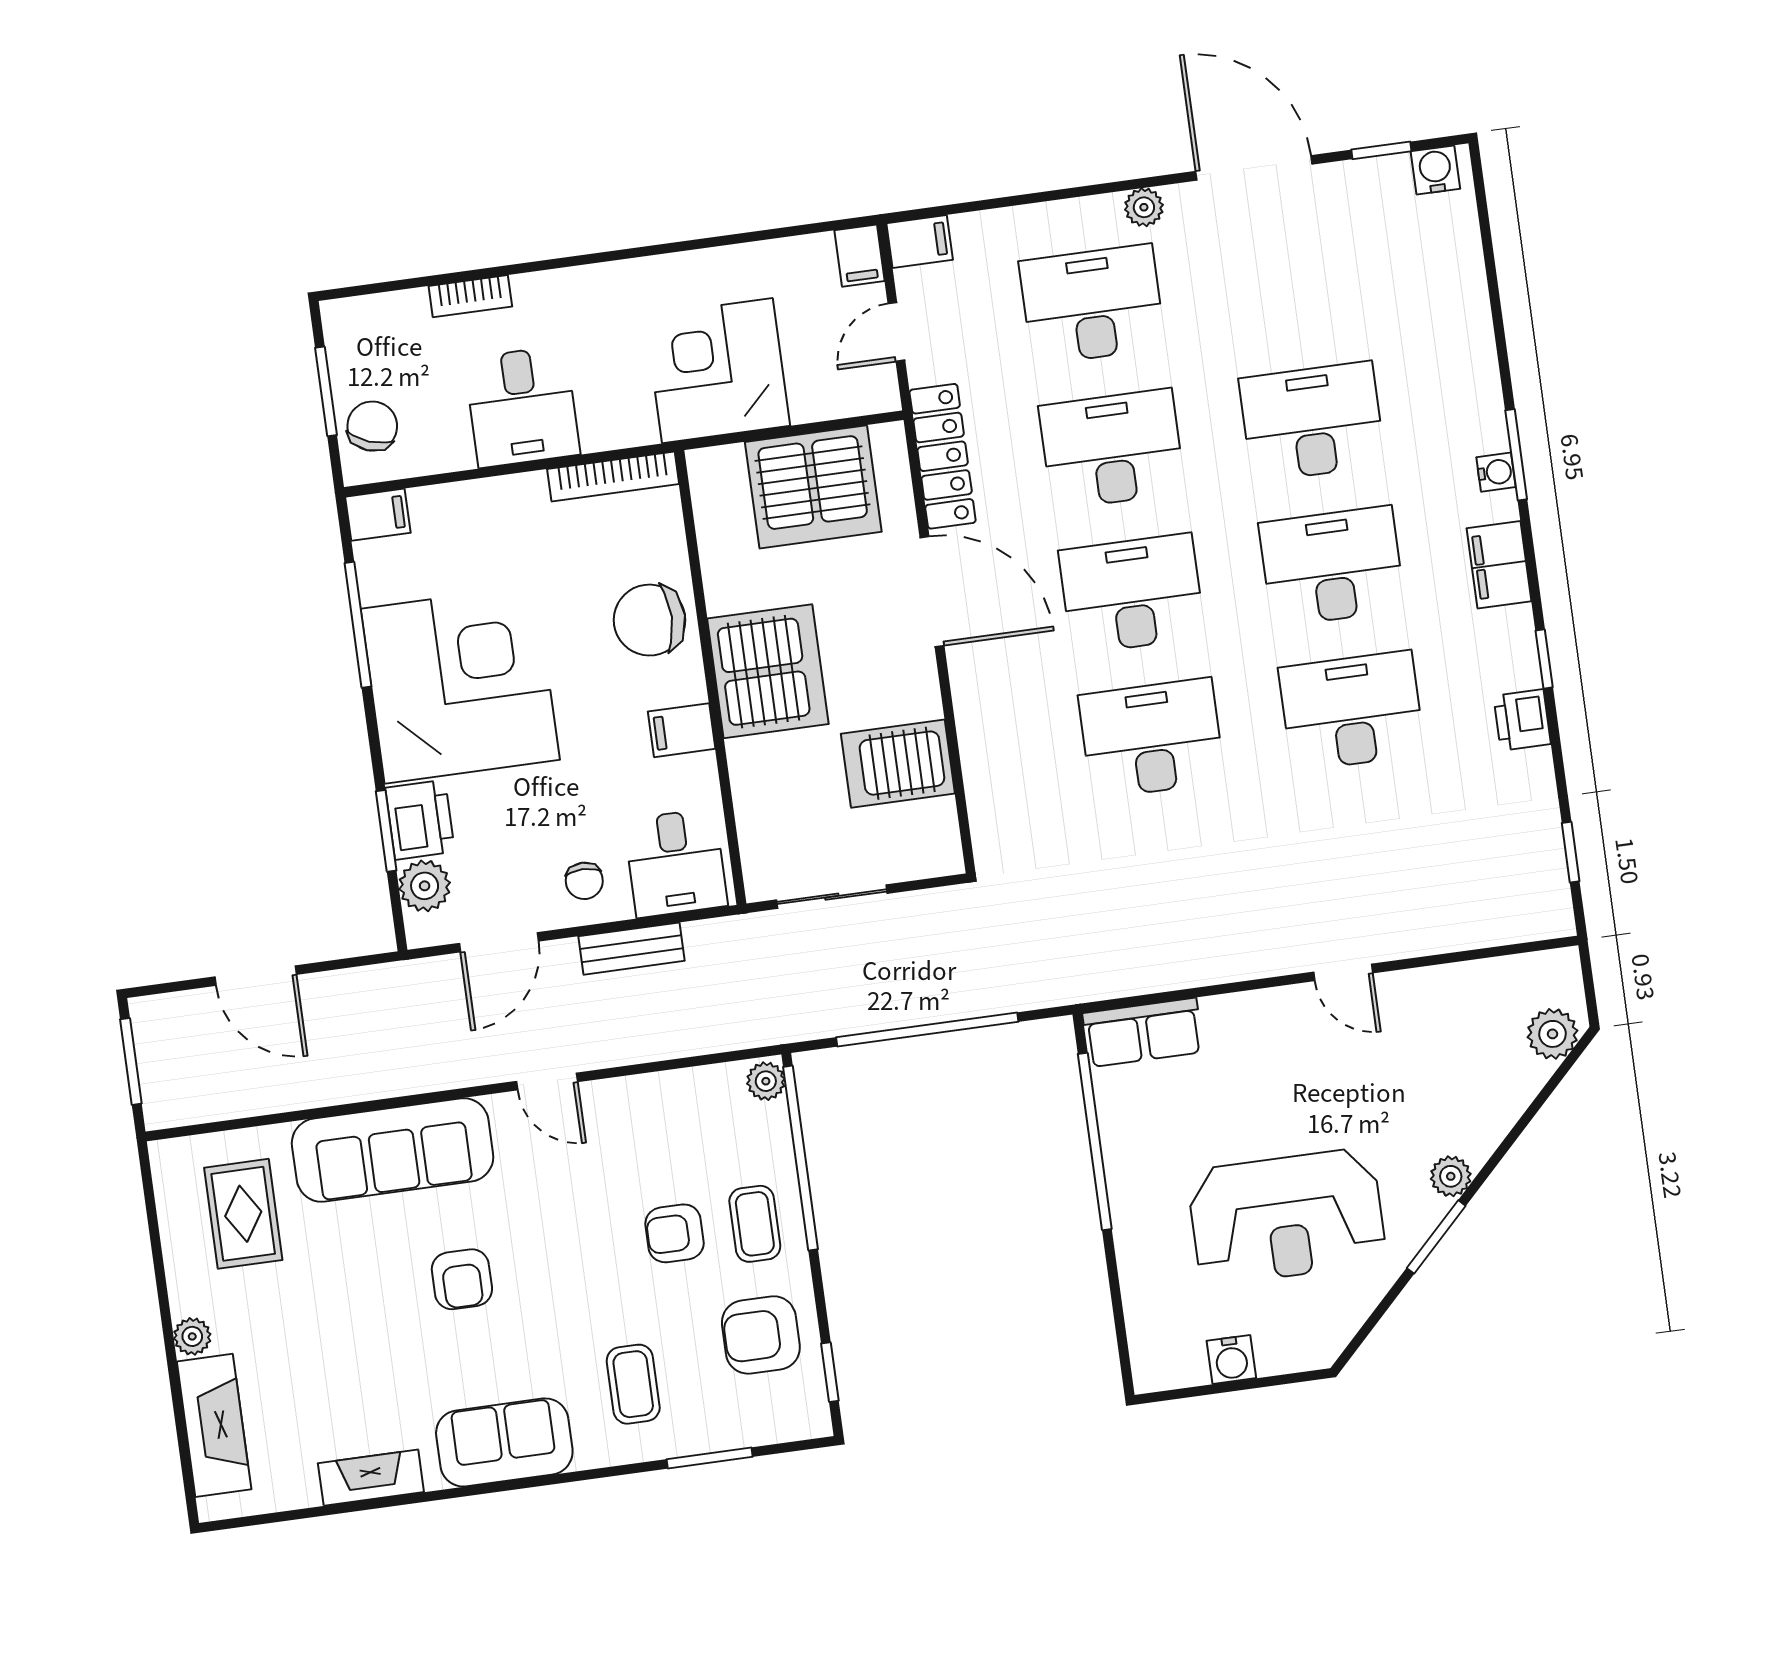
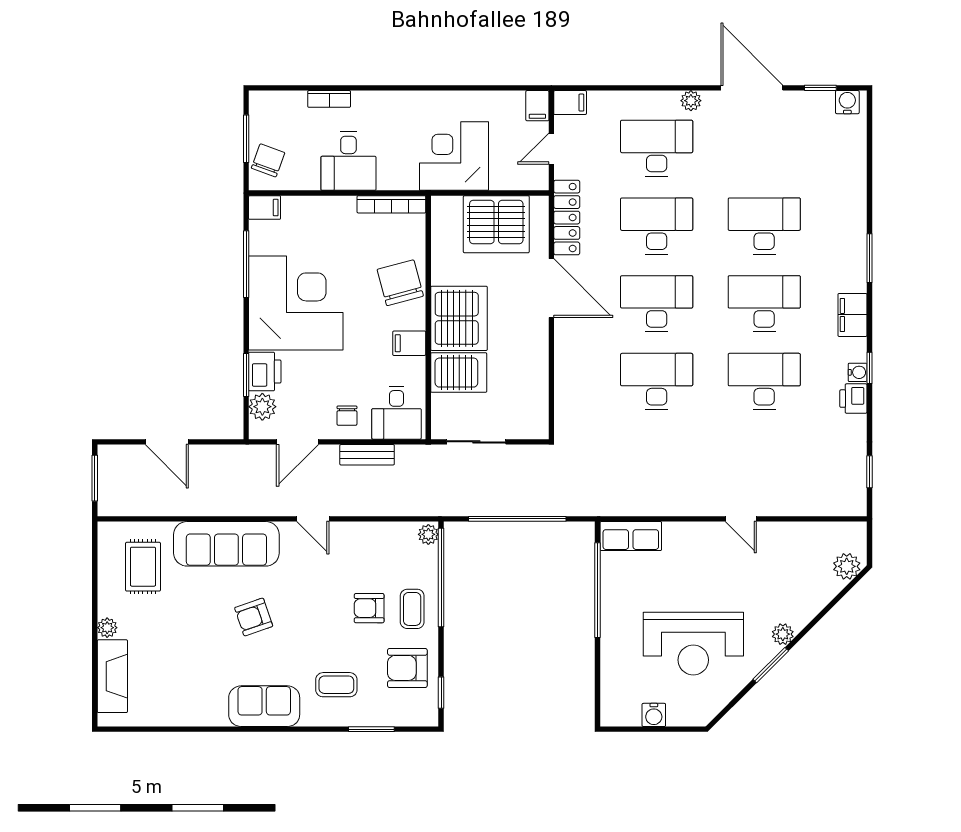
water cooler: (1496, 472) -> (858, 372), moved
chair: (649, 620) -> (400, 283), turned 75
server rack: (898, 764) -> (459, 373), moved, turned 180
armchair: (462, 1279) -> (254, 617), turned 71
coffee table: (633, 1384) -> (336, 685), turned 90
fireplace: (371, 1478) -> (191, 715), removed

